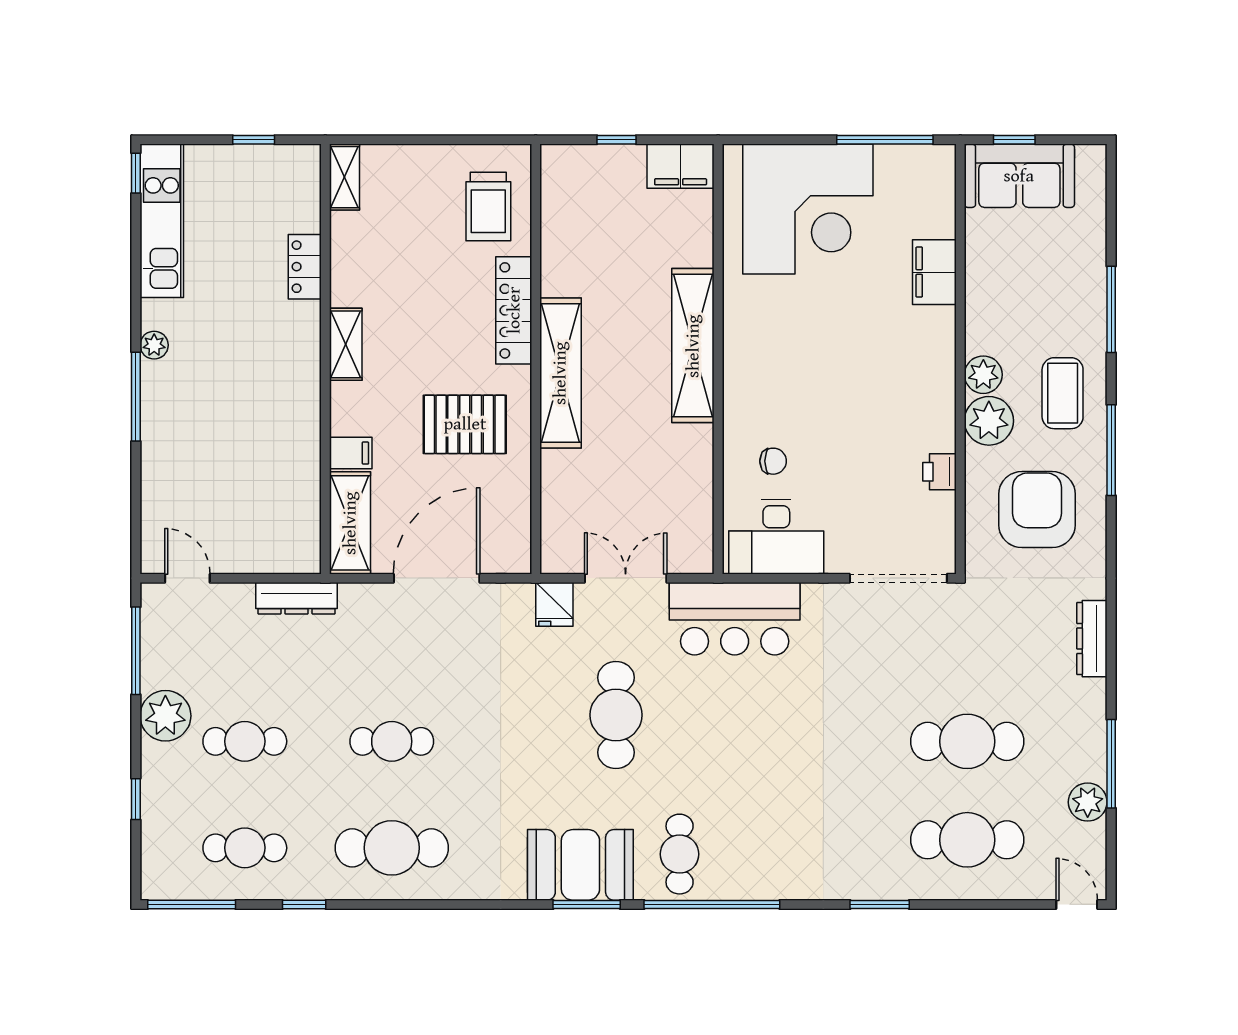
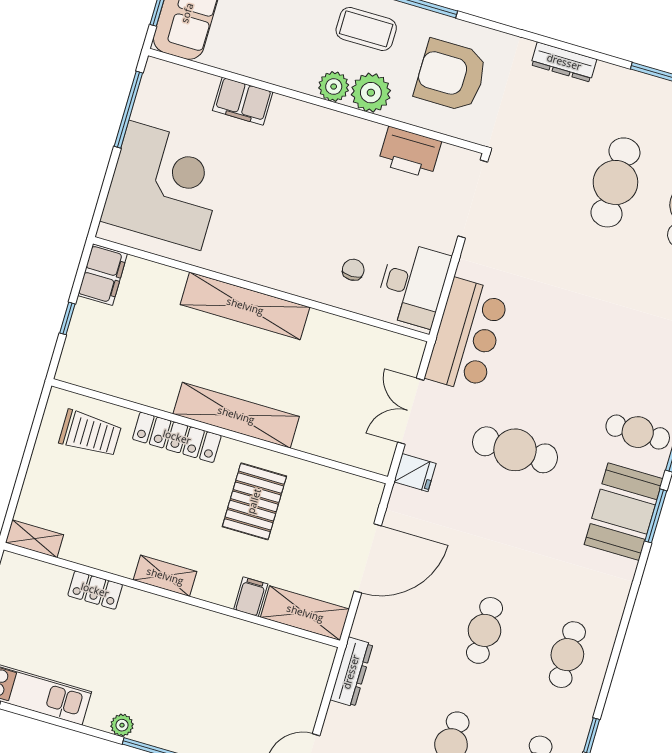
printer: (940, 472) -> (410, 152), width x1.87, depth x1.48
door: (437, 578) -> (368, 558), swing flipped
cafe table: (392, 848) -> (567, 655), width x0.73, depth x0.74

